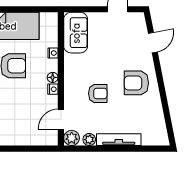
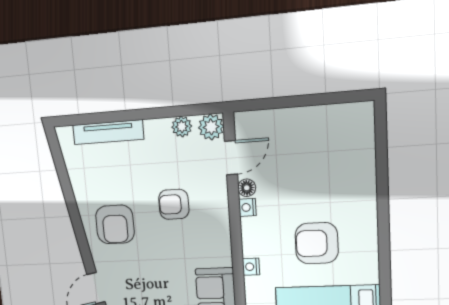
floor lamp: (53, 77) -> (247, 188), moved
armchair: (136, 83) -> (115, 224), turned 90
tv unit: (119, 140) -> (108, 132), moved

